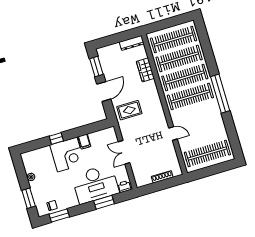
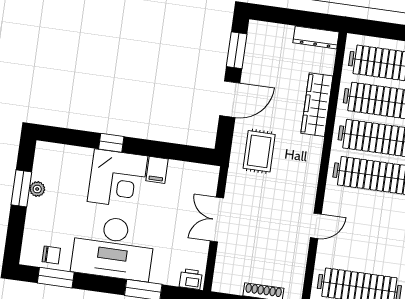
wardrobe: (145, 70) -> (317, 105), width x1.50
rug: (129, 110) -> (259, 151), turned 90
door: (173, 134) -> (316, 226), hinge flipped
desk: (95, 184) -> (113, 248), moved
window: (29, 198) -> (21, 188), moved

